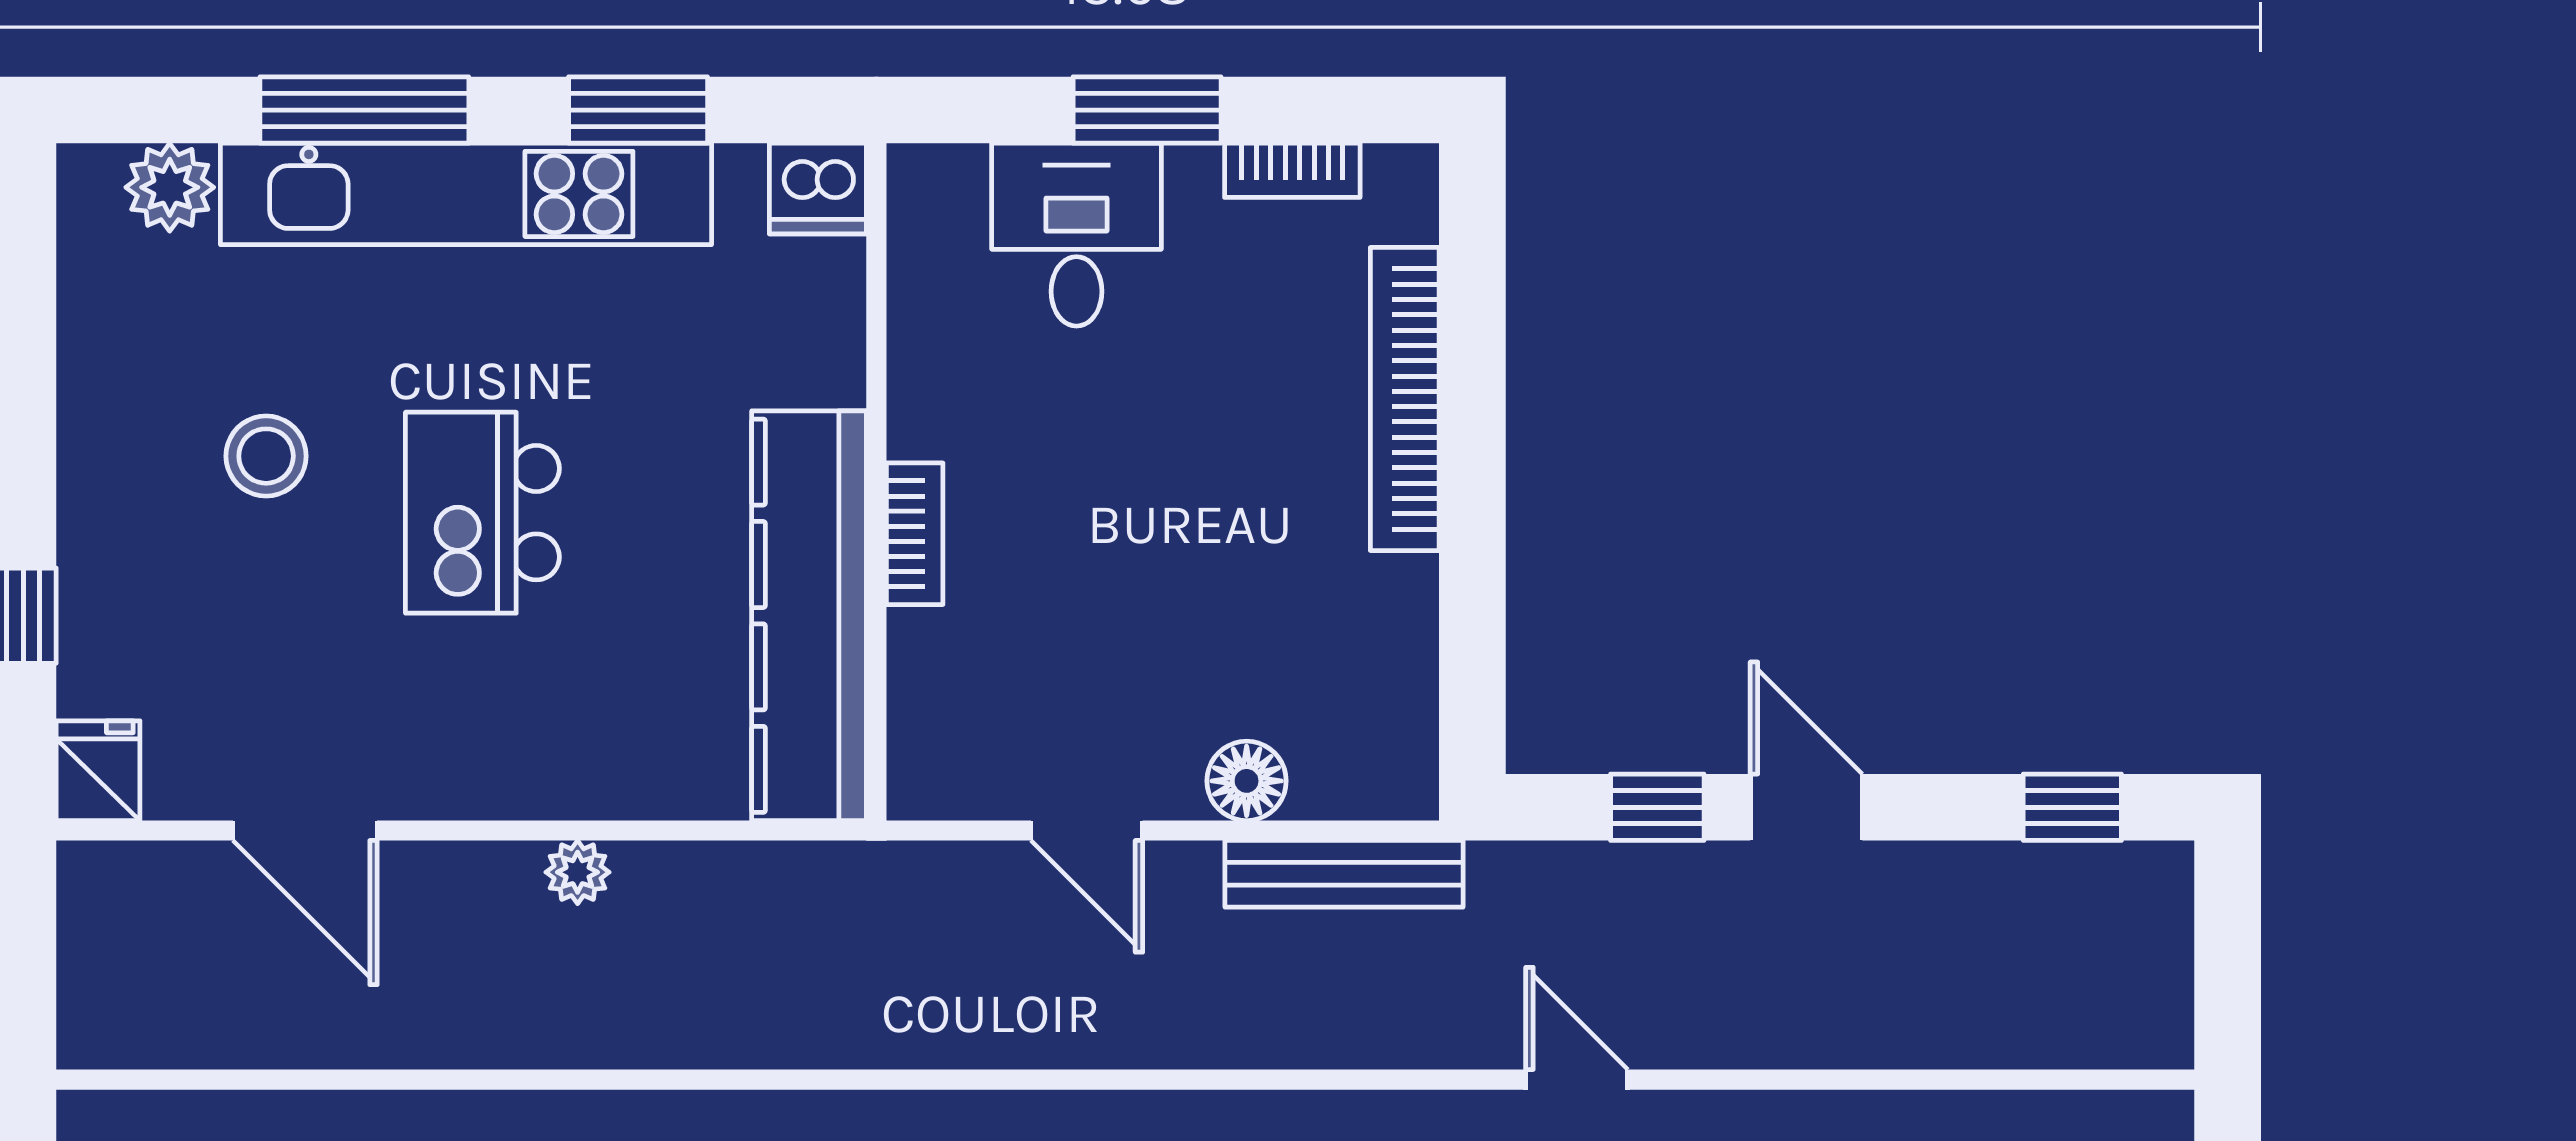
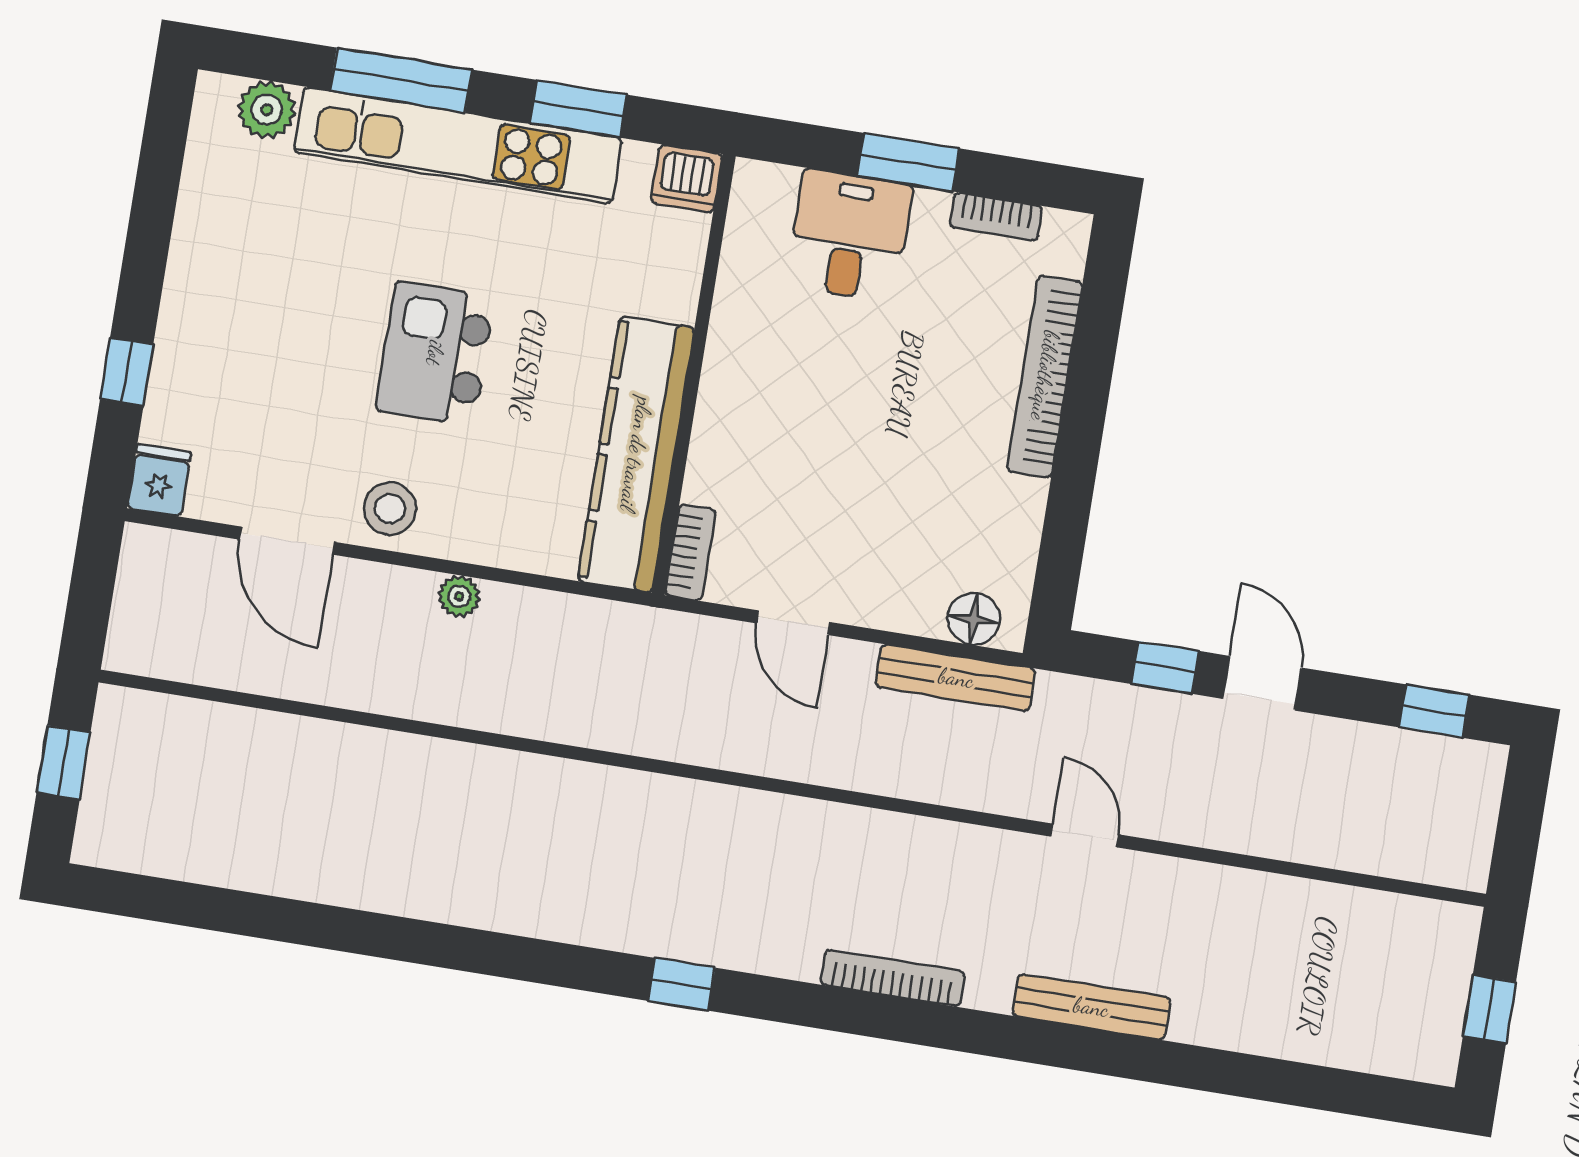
stool: (266, 456) -> (390, 509), moved
bookcase: (915, 534) -> (690, 552), moved
floor lamp: (1247, 781) -> (974, 619), moved

